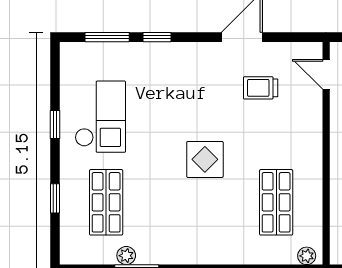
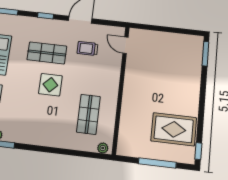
window: (157, 37) -> (46, 16), moved
shop shelf: (191, 104) -> (47, 53), added

